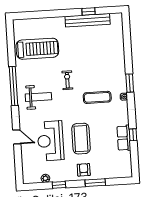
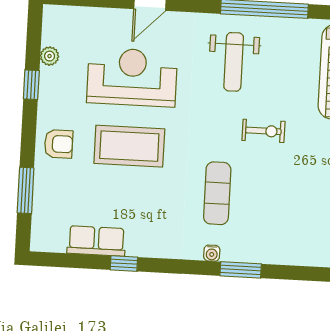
row of seats: (124, 138) -> (96, 241), moved
window: (95, 183) -> (26, 190), moved

